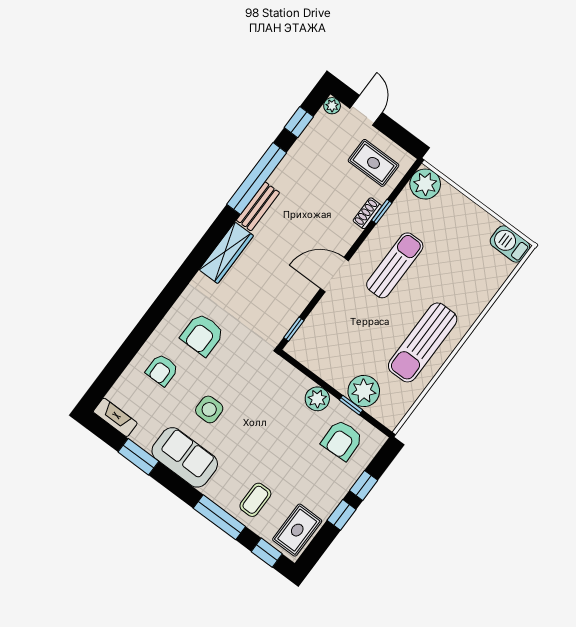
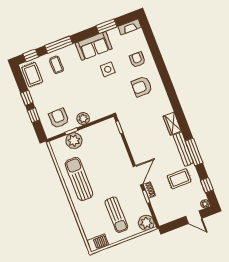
rug: (373, 163) -> (179, 179), moved
window: (257, 178) -> (194, 152), width x0.68
bench: (258, 206) -> (183, 149), width x1.36
wardrobe: (226, 253) -> (172, 124), width x0.67
sun lounger: (395, 265) -> (116, 215), moved
door: (334, 275) -> (138, 175), moved
armchair: (202, 335) -> (142, 87), turned -90

